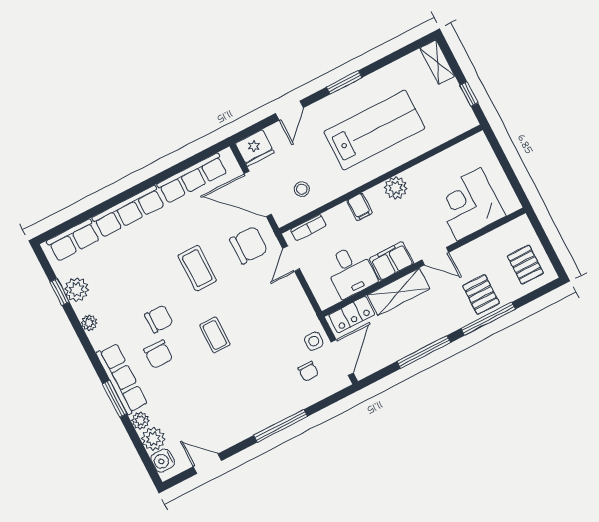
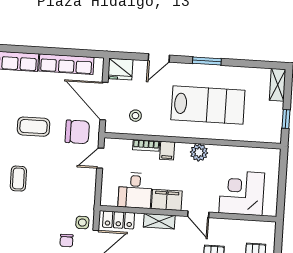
bookcase: (308, 228) -> (146, 145), moved
coffee table: (197, 268) -> (33, 127), turned 90
shelving: (399, 292) -> (159, 221), width x0.67, depth x0.75

